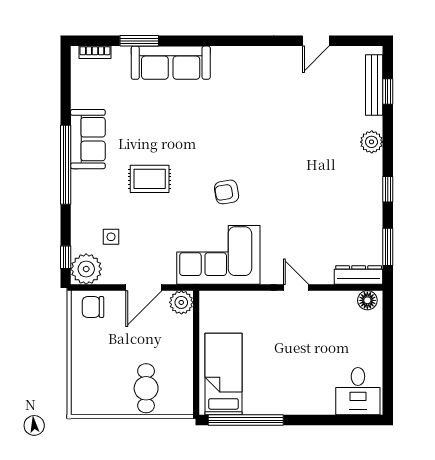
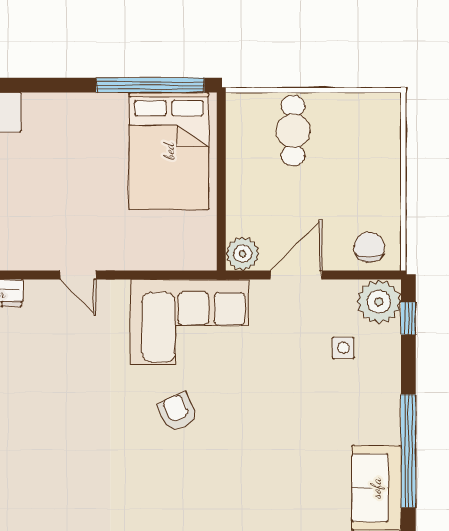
rug: (150, 179) -> (288, 431), removed
armchair: (227, 192) -> (178, 412), turned -106
chair: (93, 307) -> (369, 247), turned -90
bed: (223, 374) -> (169, 151), width x1.50

